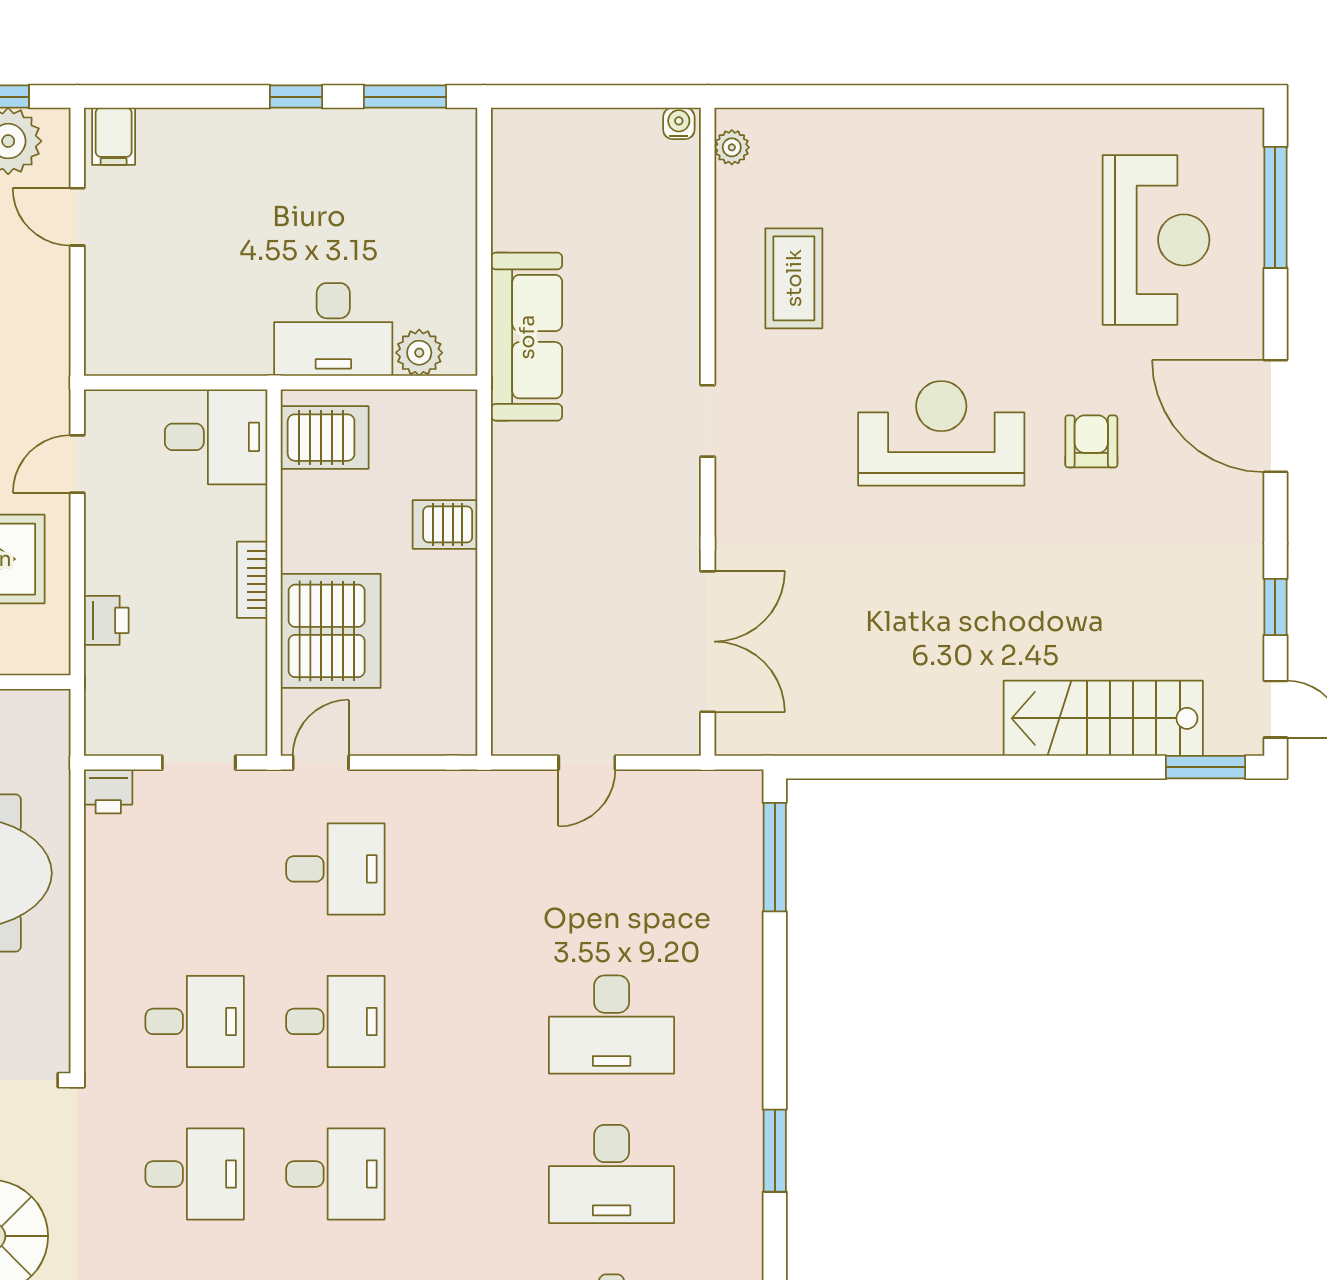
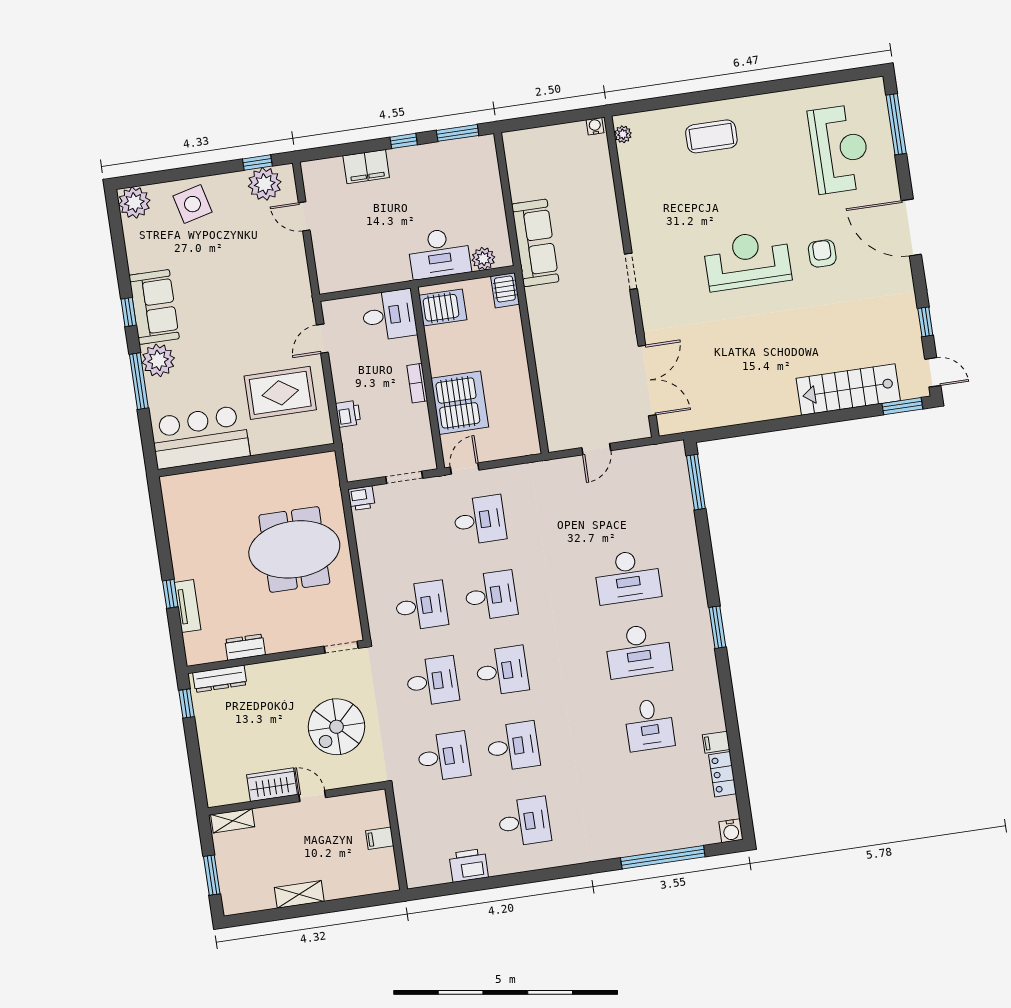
filing cabinet: (114, 136) -> (366, 167), moved, width x2.00
coffee table: (794, 278) -> (711, 136), moved, turned 90
server rack: (445, 524) -> (505, 290), moved, turned -90

